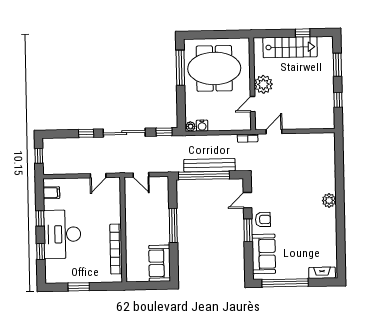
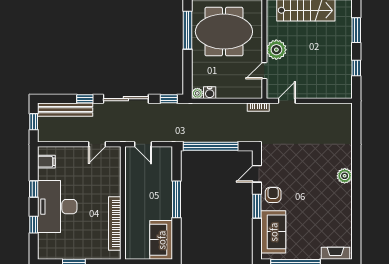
bench: (209, 165) -> (65, 110), moved
armchair: (263, 219) -> (273, 195), turned -90

